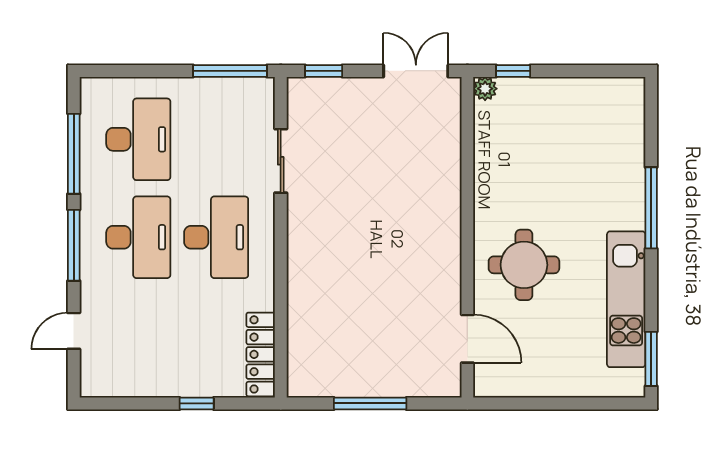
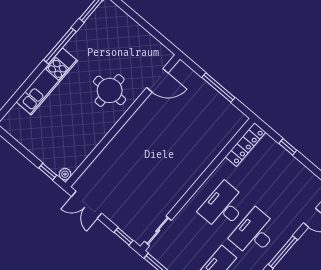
sliding door: (281, 161) -> (158, 231), moved
window: (651, 208) -> (60, 46), moved
kitchen unit: (626, 299) -> (47, 81), moved
door: (467, 339) -> (157, 80), swing flipped

